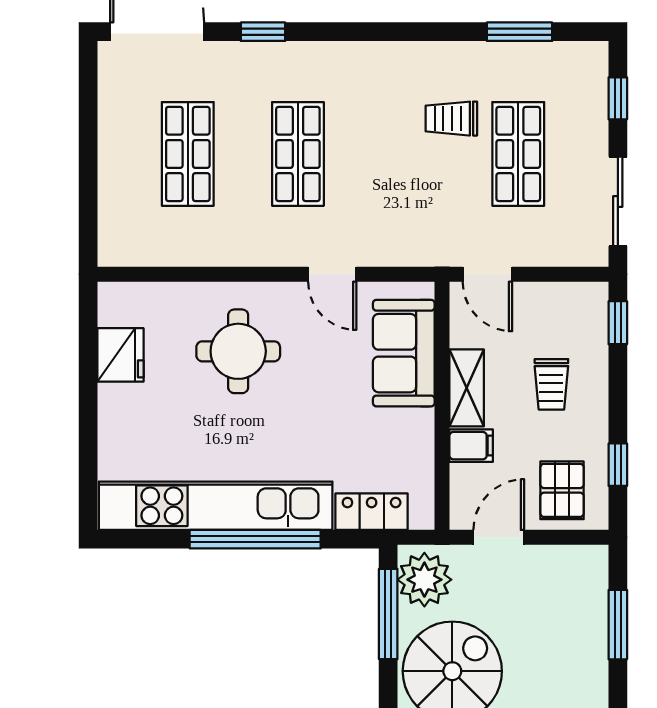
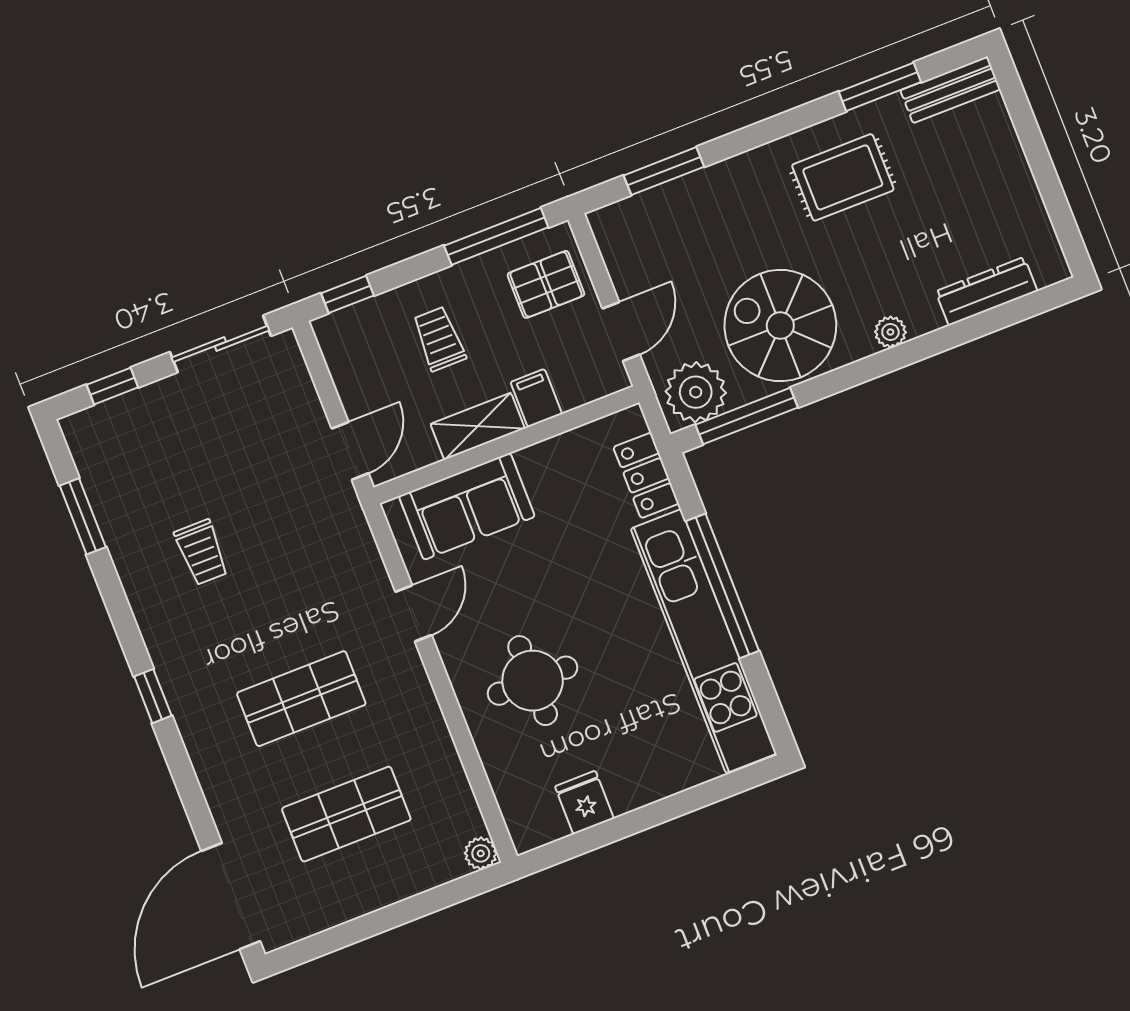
window: (263, 32) -> (153, 696), moved
shop shelf: (518, 154) -> (211, 468), removed
plant: (112, 253) -> (481, 853), added
fridge: (120, 355) -> (584, 802), width x0.72
trolley: (551, 384) -> (439, 339), turned -90
window: (618, 465) -> (496, 236), width x2.17
door: (499, 537) -> (621, 331), swing flipped

